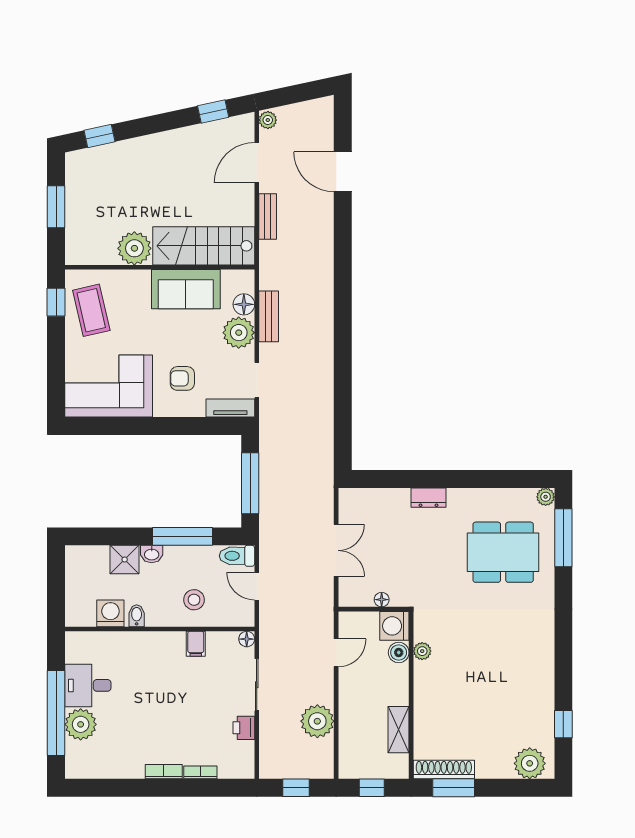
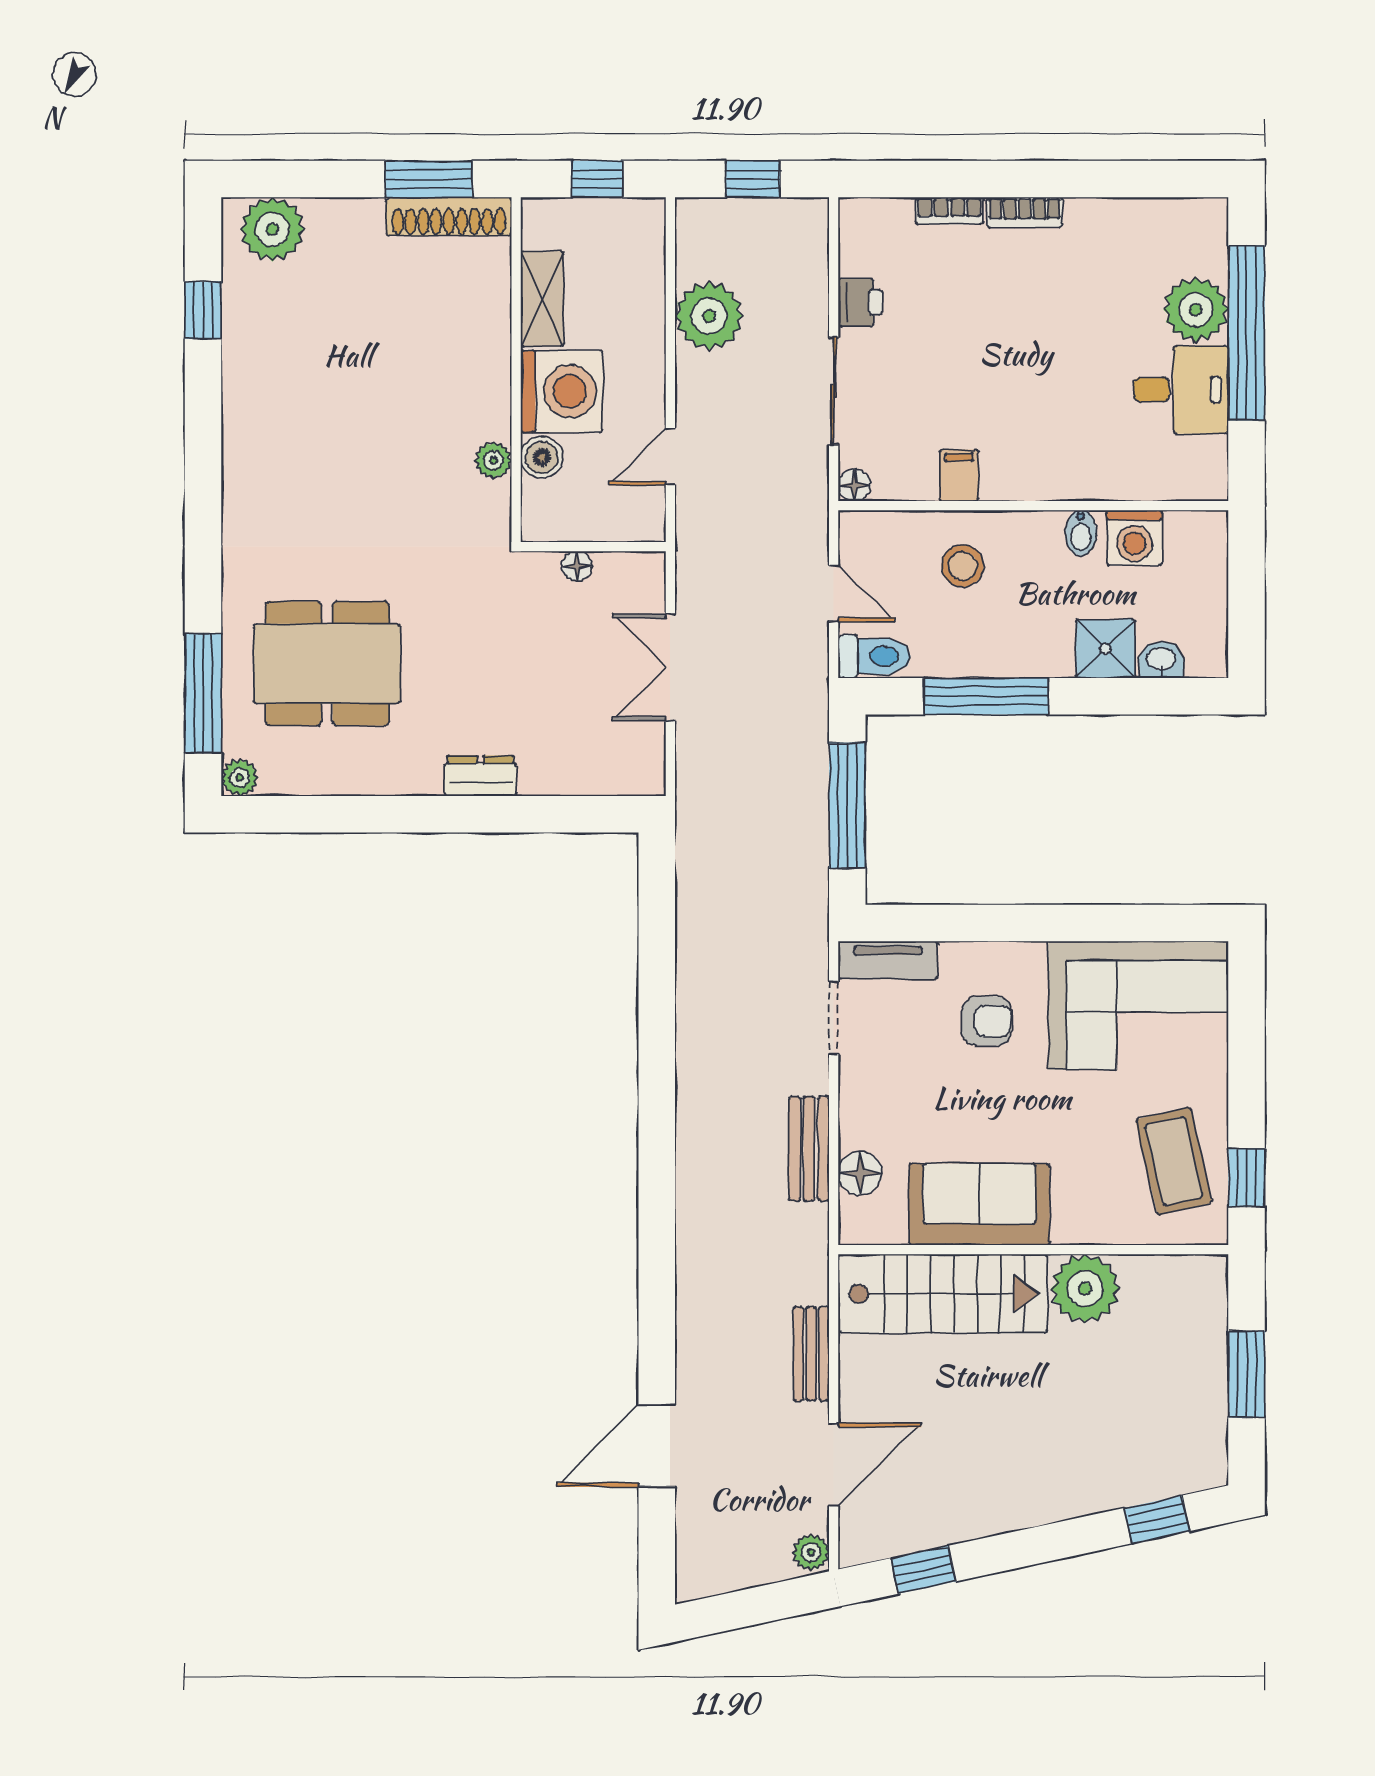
door: (343, 172) -> (657, 1446), swing flipped
plant: (239, 333) -> (871, 1115), removed
washbasin: (152, 554) -> (1161, 660), moved
washing machine: (394, 626) -> (562, 391), moved, width x1.37, depth x1.37

